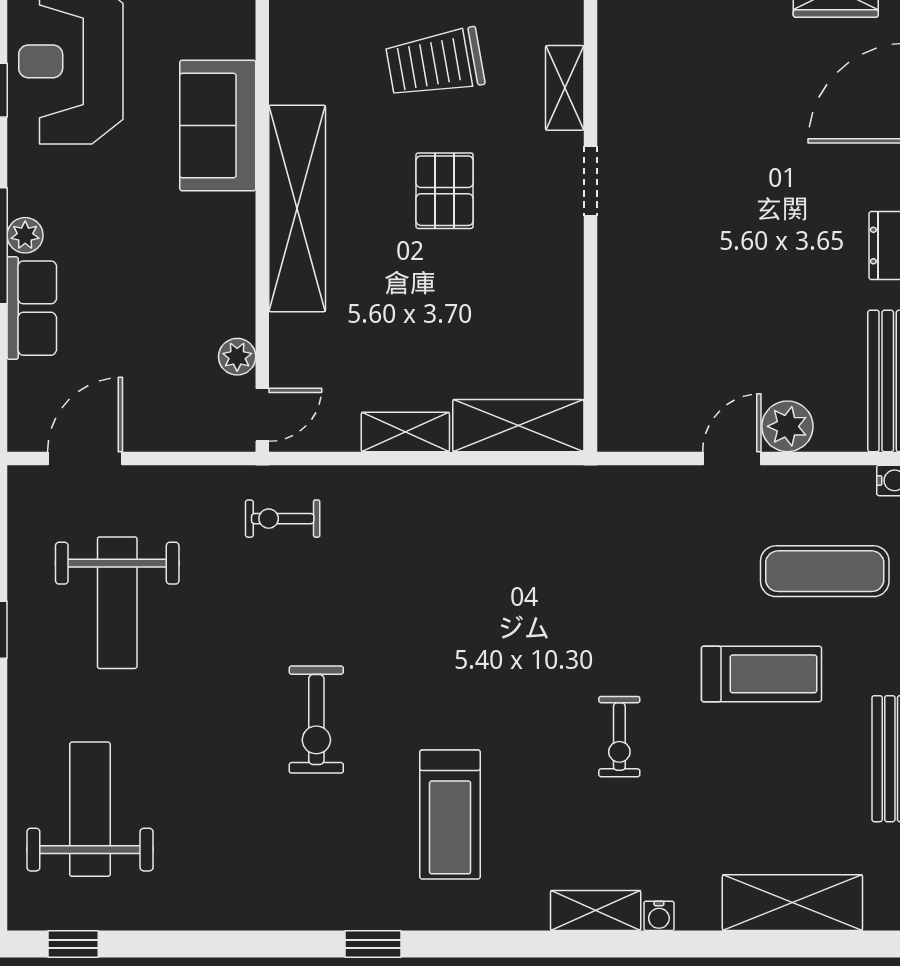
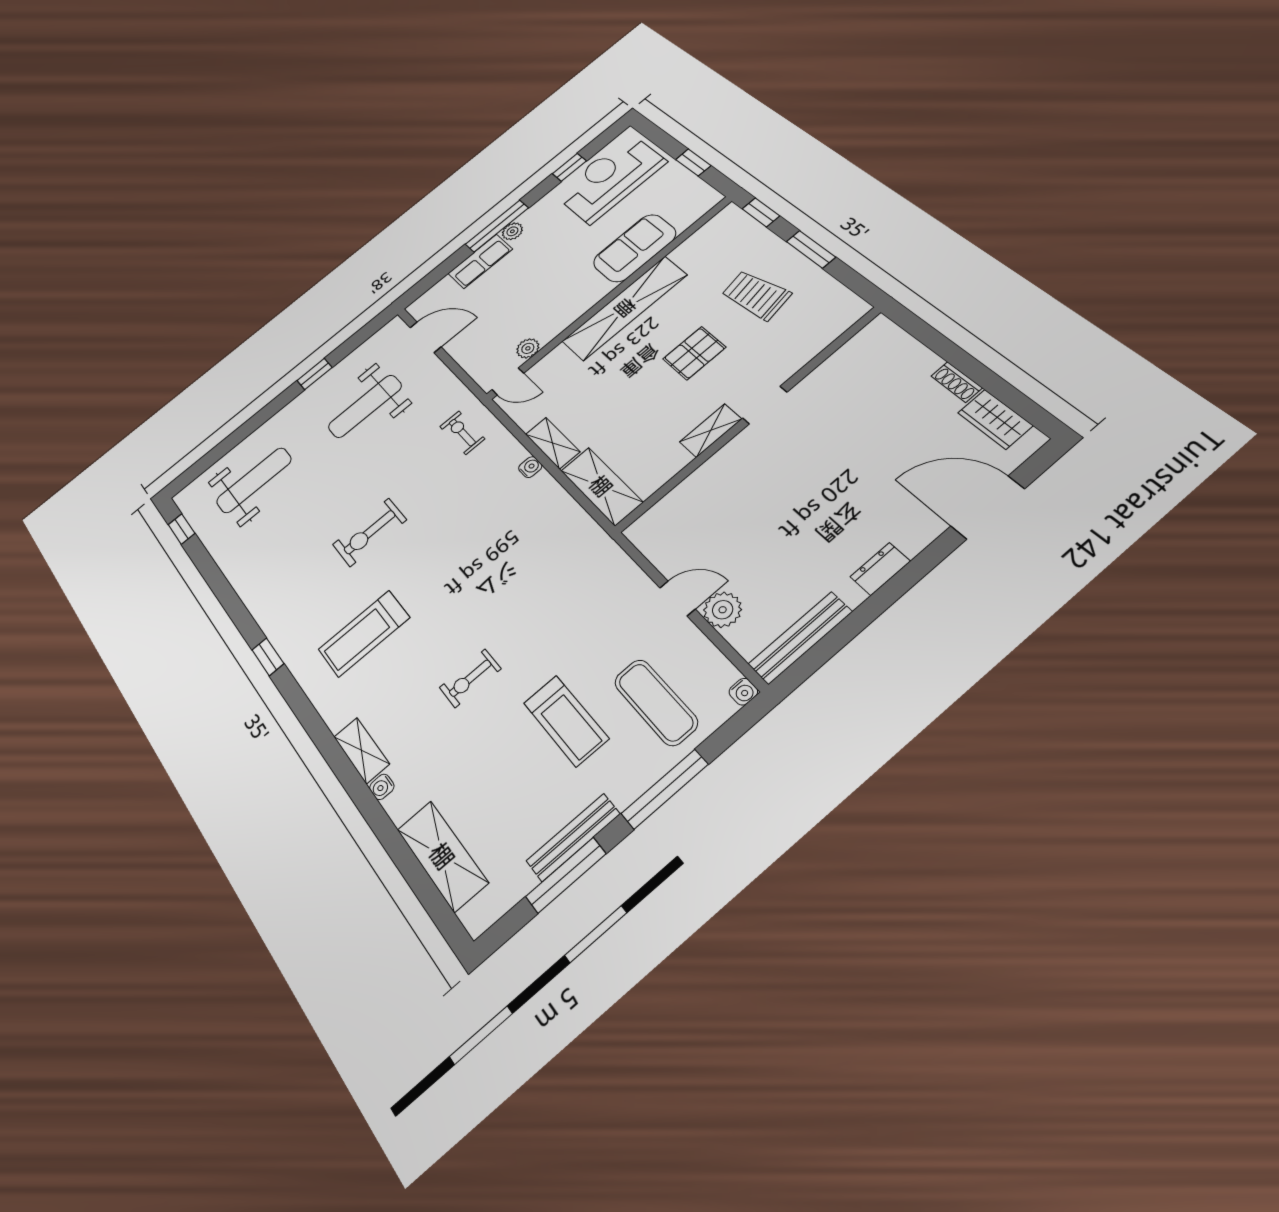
shelving: (565, 88) -> (711, 430), moved
water cooler: (413, 480) -> (530, 467), added

